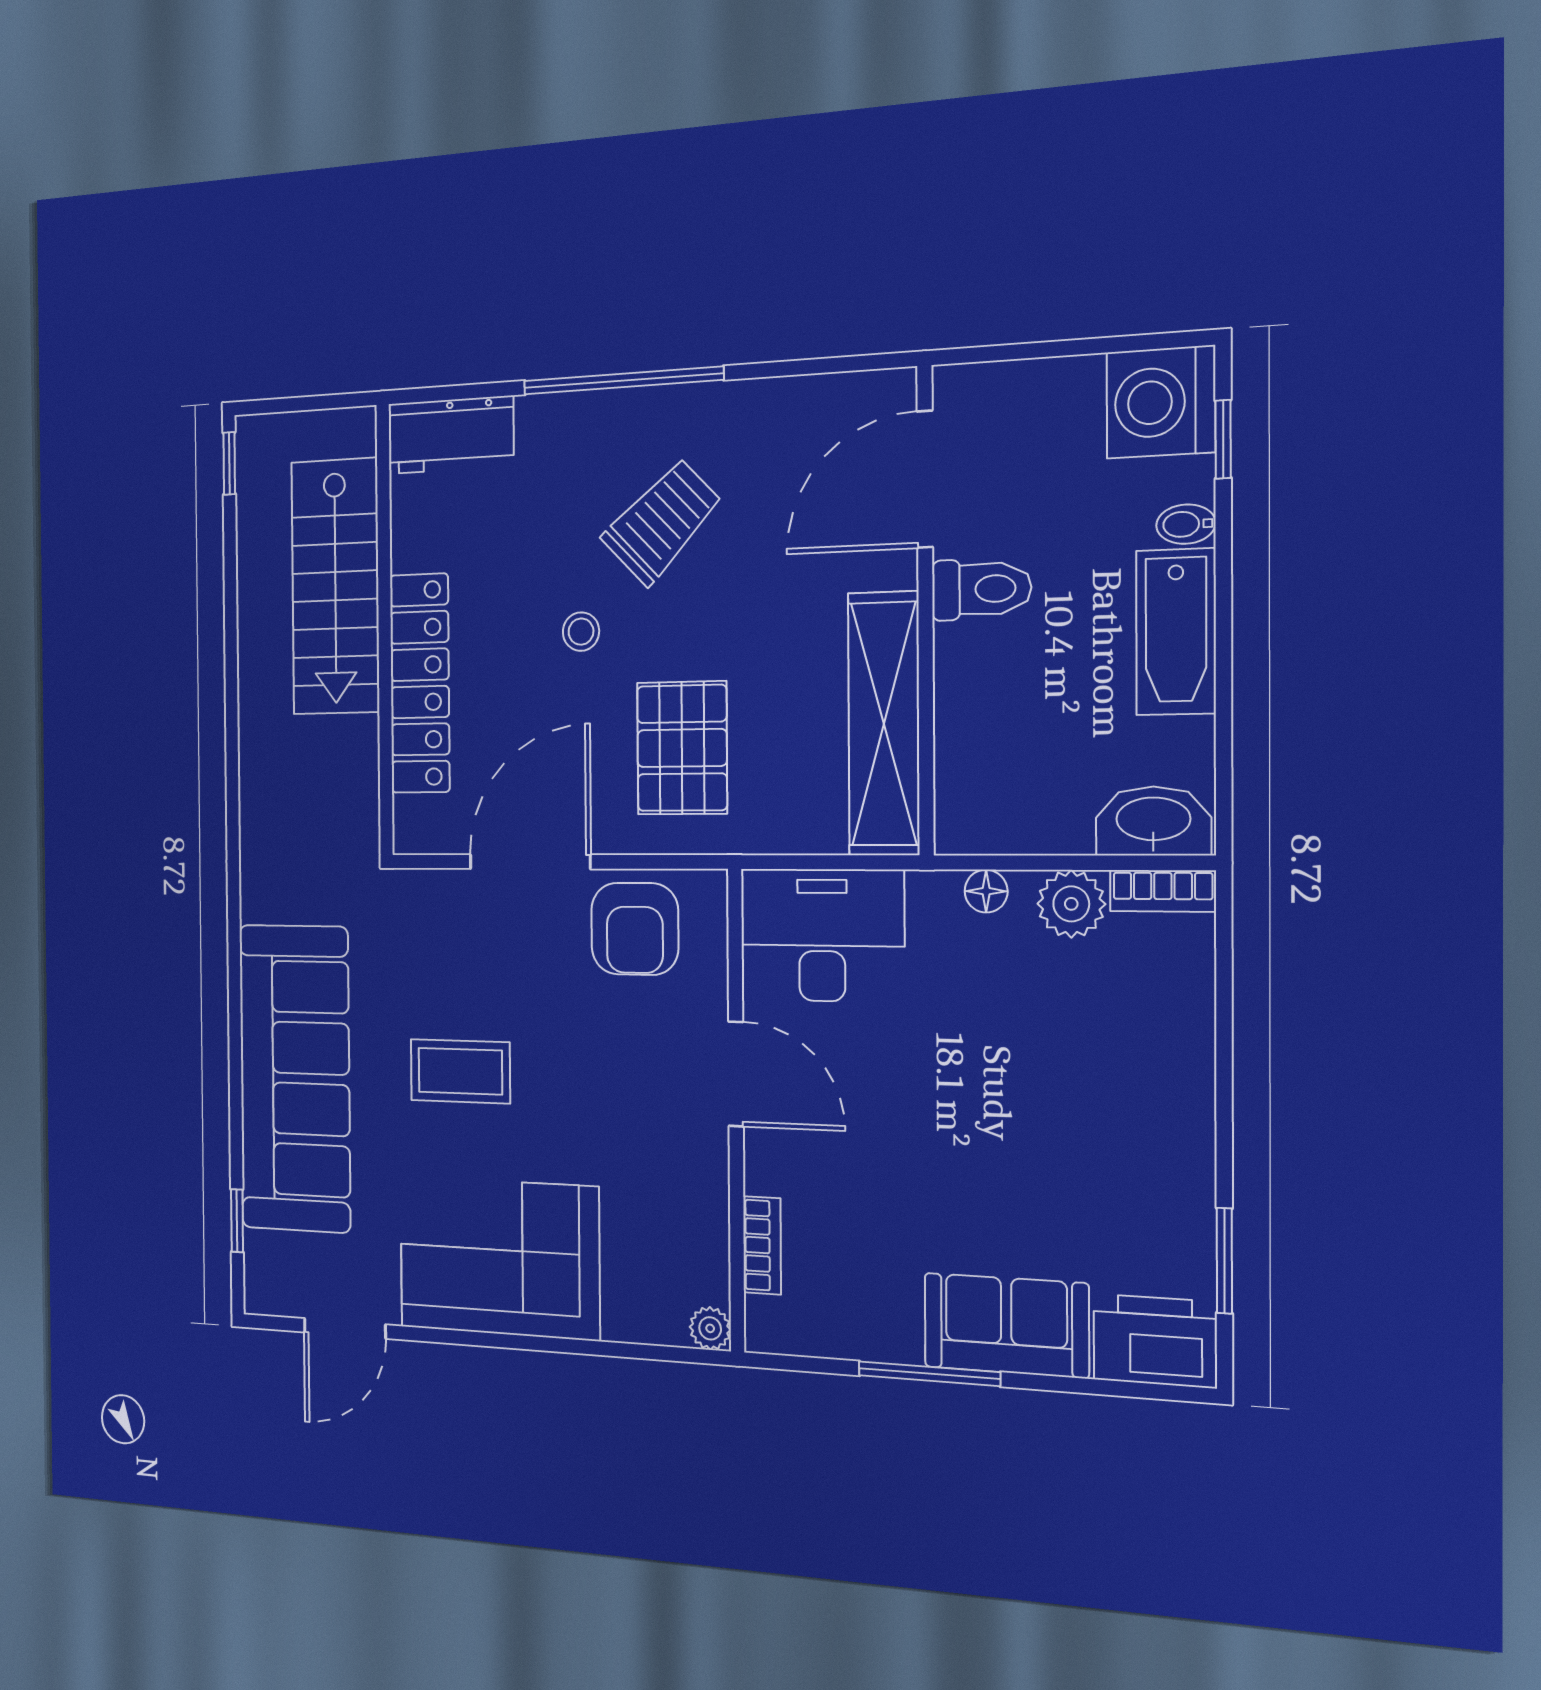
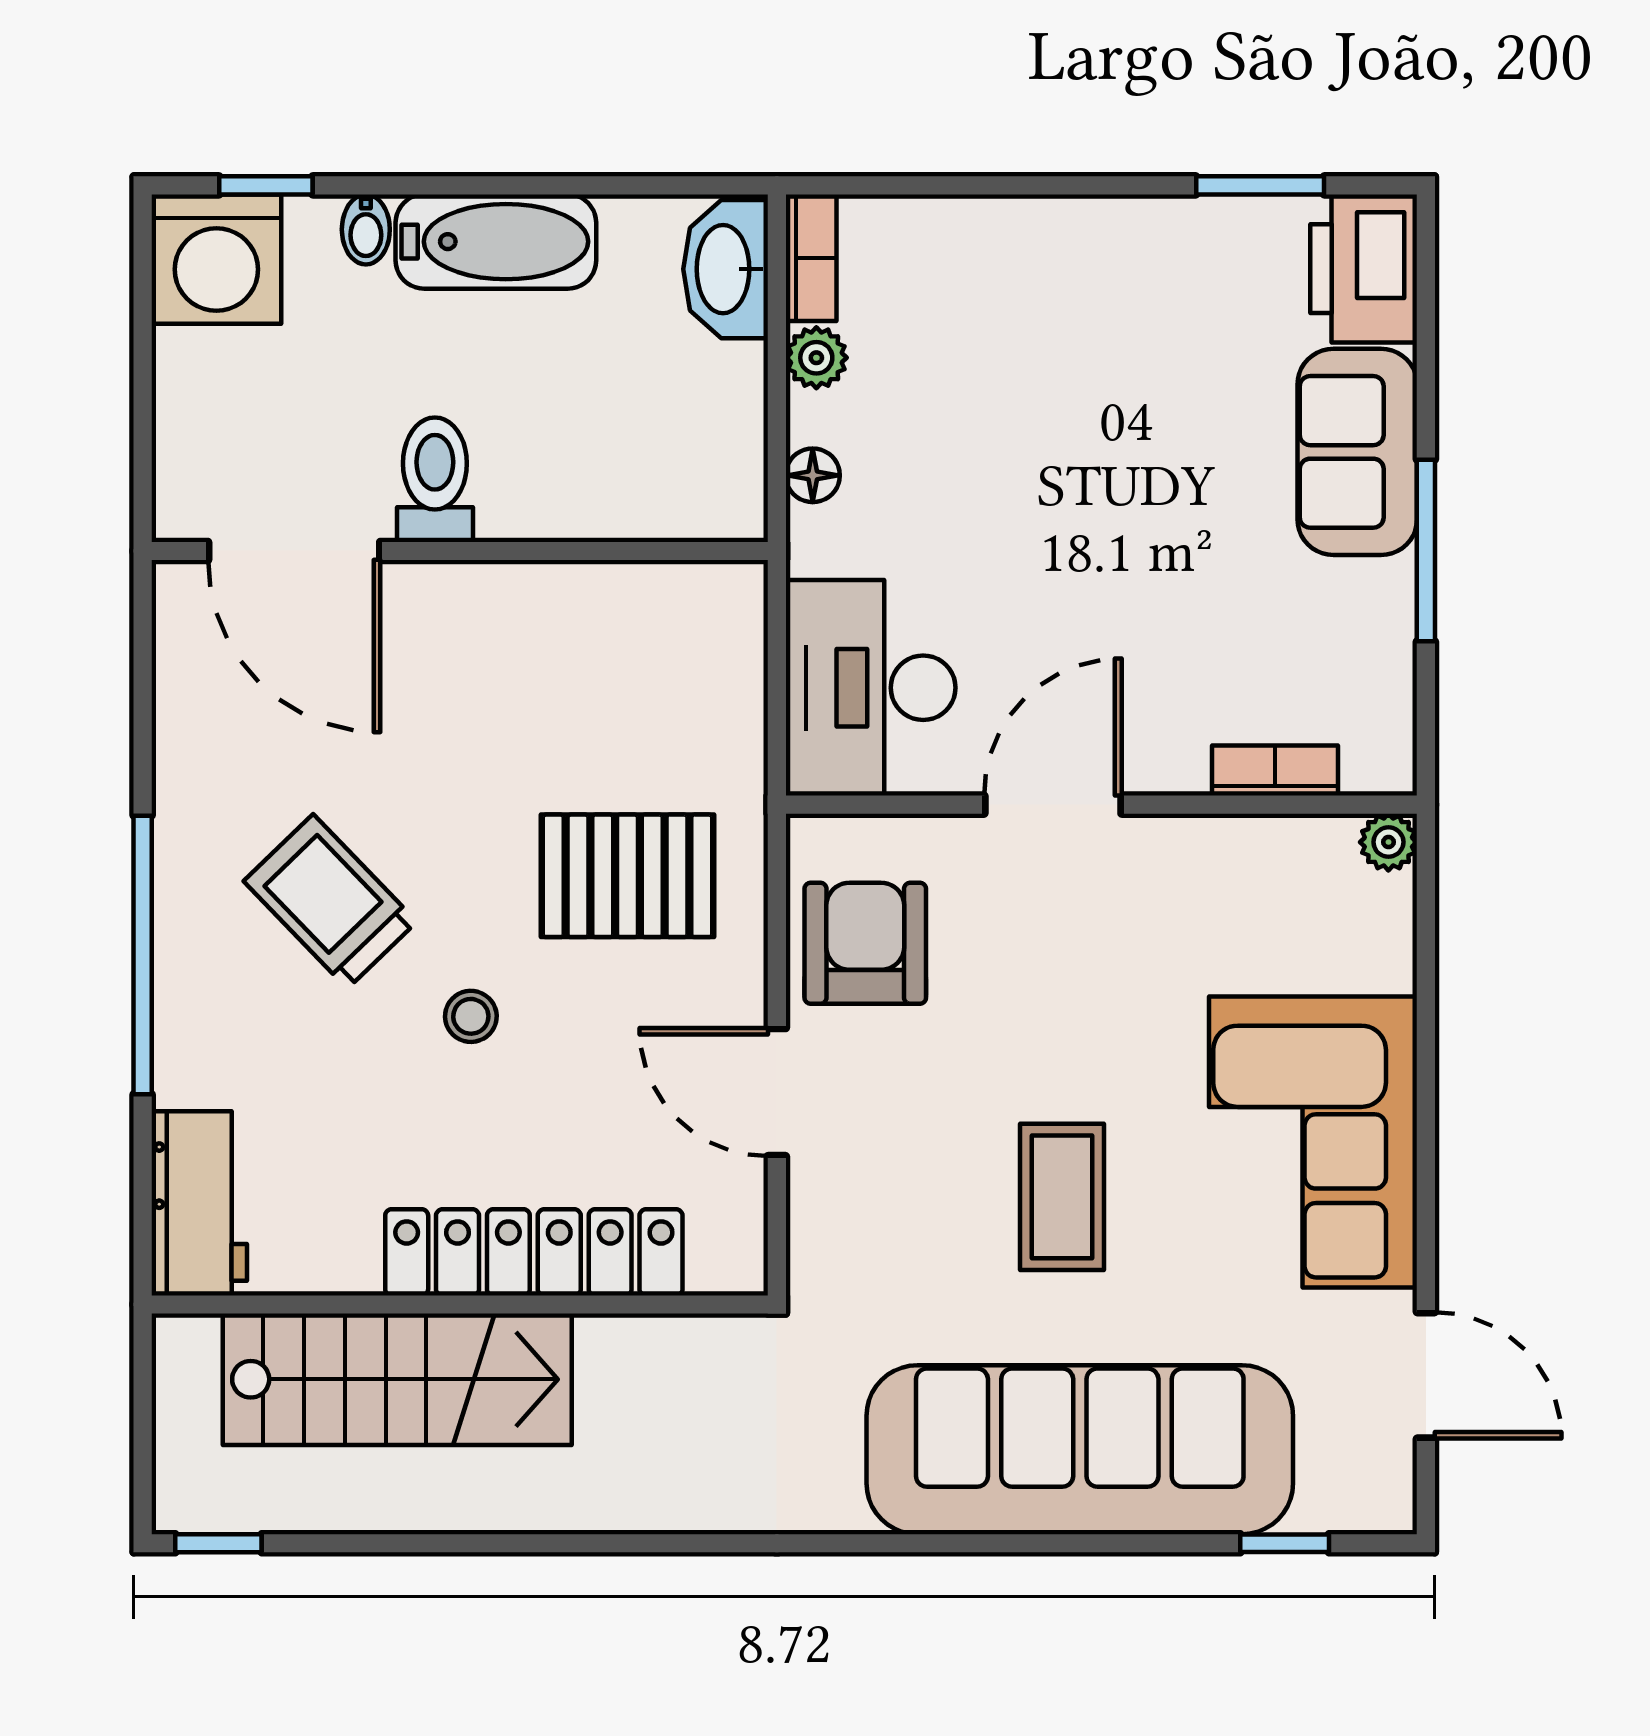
shelving: (884, 724) -> (601, 605), removed
door: (530, 862) -> (777, 1092), width x0.73
plant: (1071, 904) -> (816, 358), width x0.73, depth x0.73
armchair: (635, 929) -> (865, 943), turned -90

